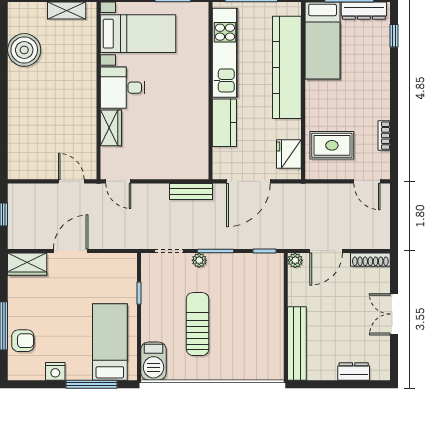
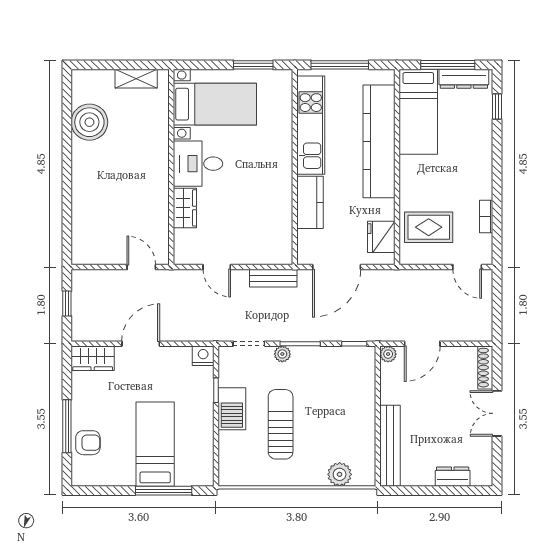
door: (118, 181) -> (217, 267), moved
shoe rack: (370, 260) -> (485, 368), moved, turned 90
bed: (110, 342) -> (155, 444), moved
barbecue: (153, 361) -> (232, 409), moved
plant: (251, 369) -> (340, 474), added
nightstand: (55, 371) -> (203, 356), moved, turned 180

